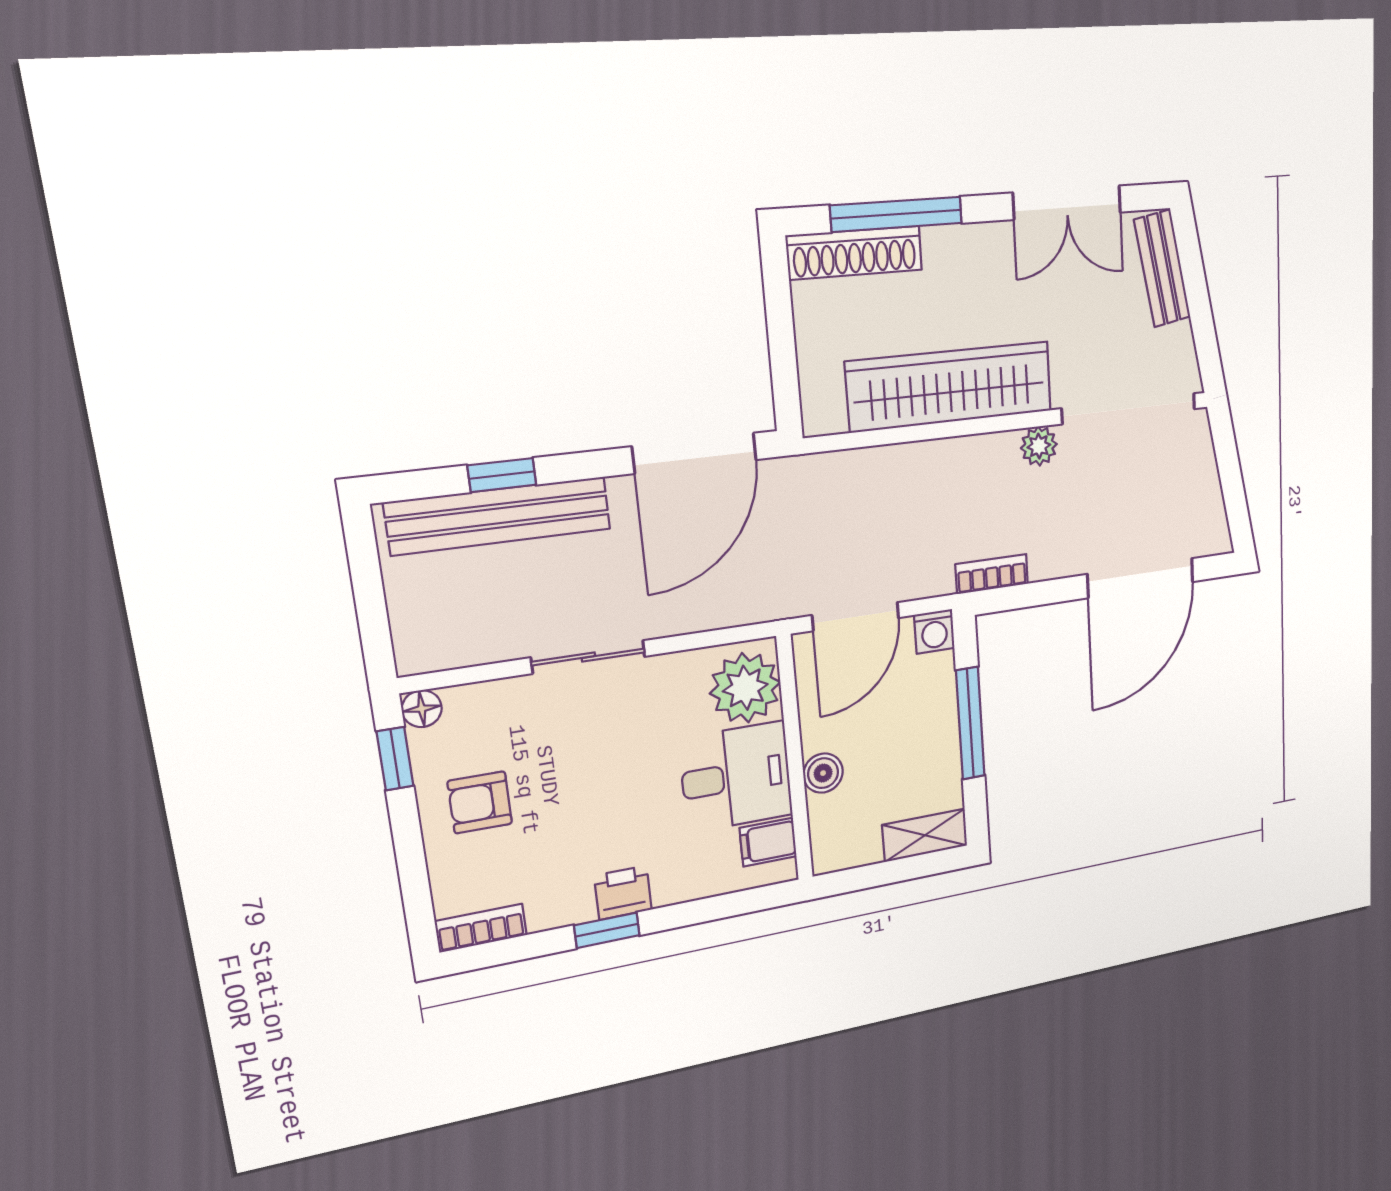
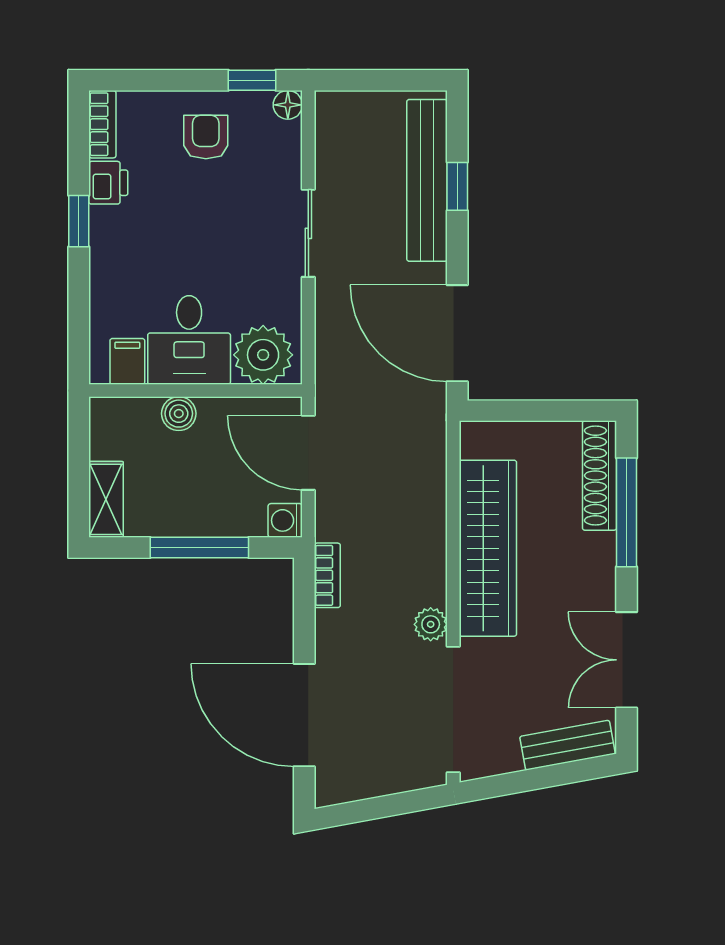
printer: (623, 893) -> (108, 183), moved

